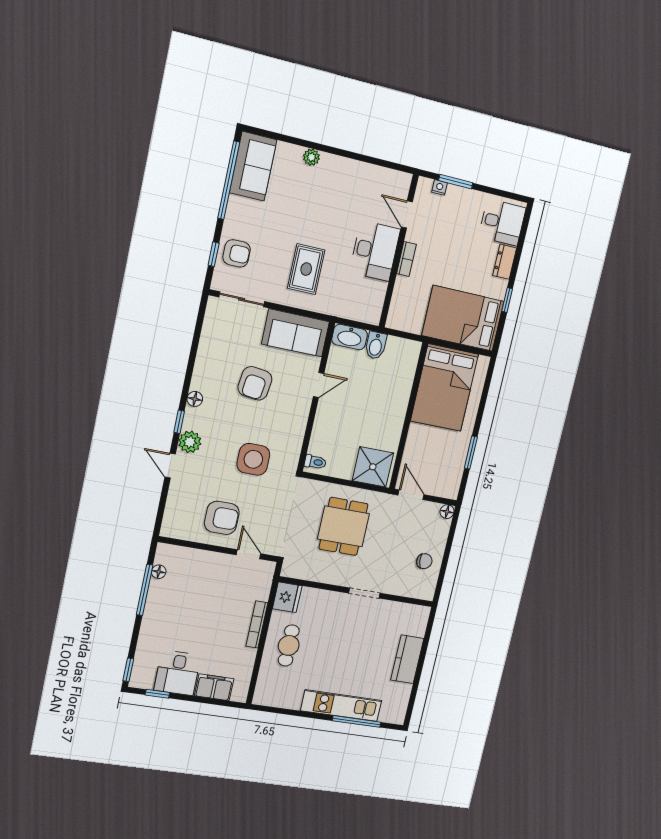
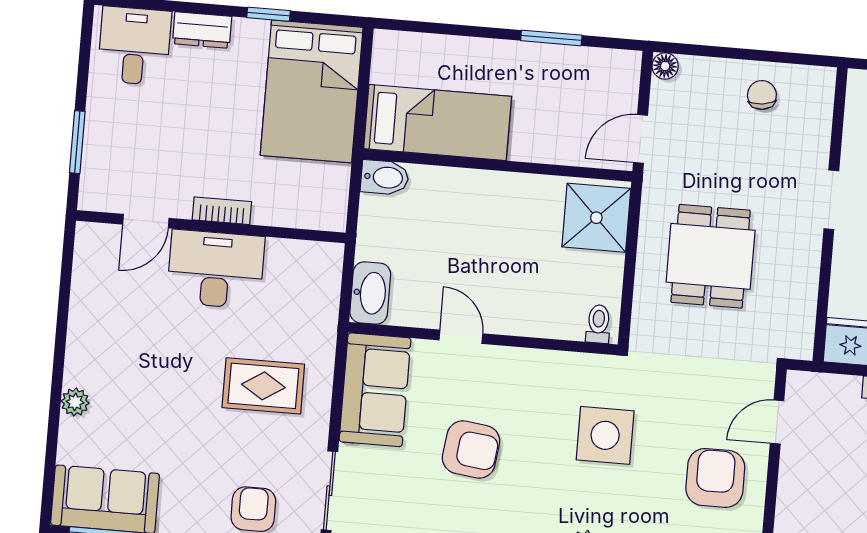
nightstand: (439, 187) -> (92, 170), removed
bidet: (376, 345) -> (385, 177), moved
bed: (444, 388) -> (438, 123), width x0.67
dining table: (343, 526) -> (711, 256), turned 90

